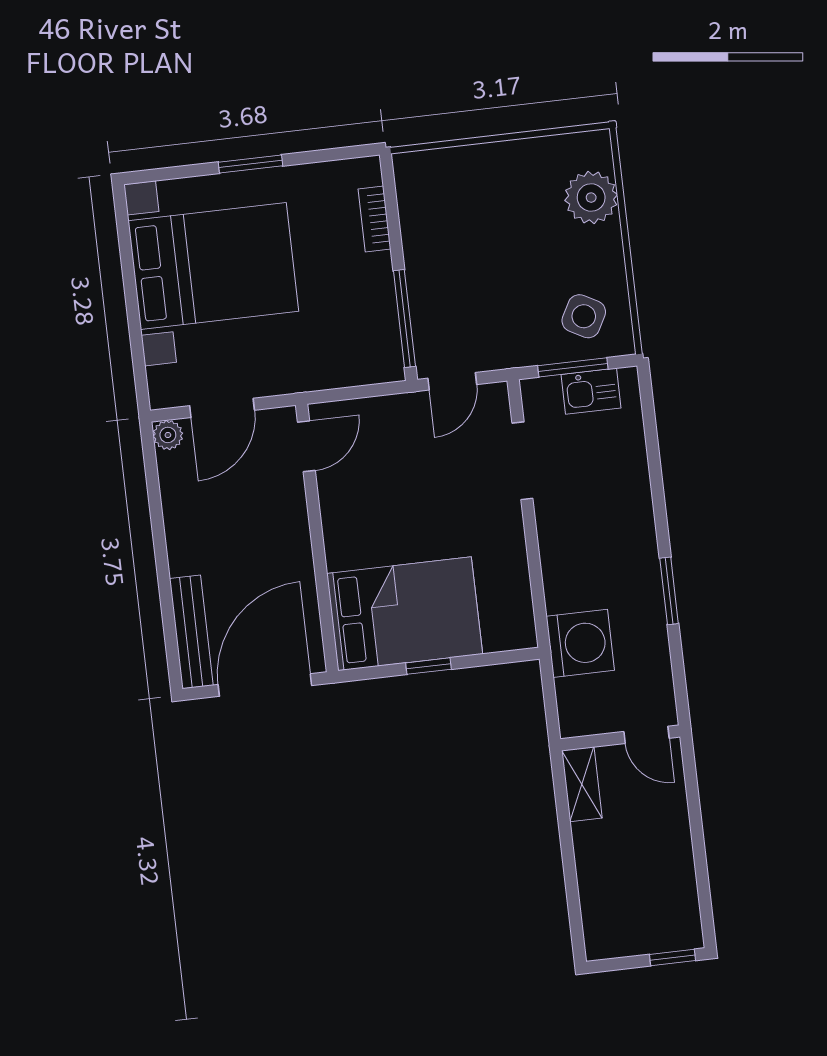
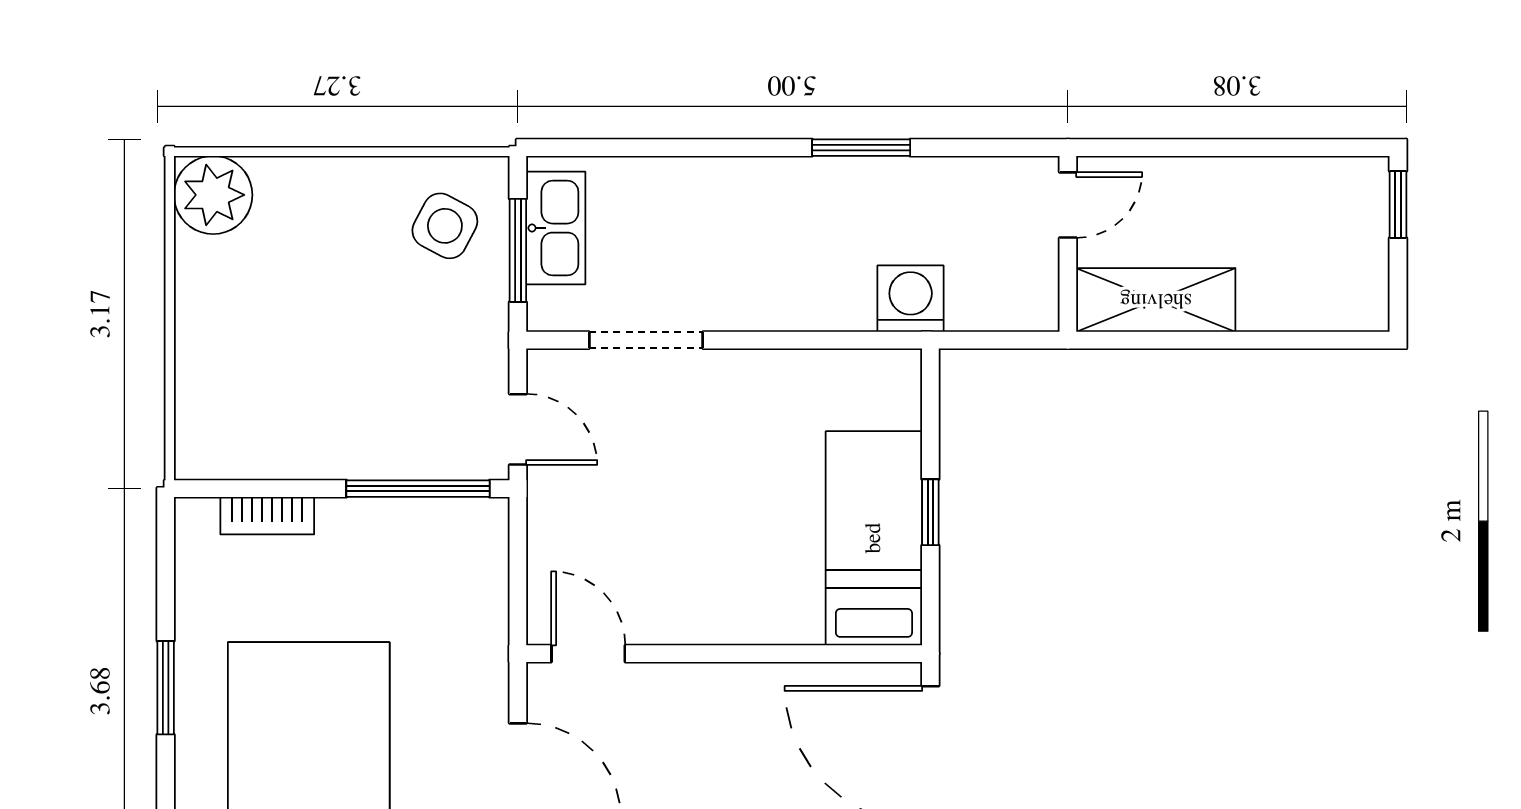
plant: (591, 198) -> (213, 195), moved
kitchen sink: (591, 391) -> (556, 228), width x1.38
bed: (405, 614) -> (874, 538), width x0.67
washing machine: (580, 643) -> (911, 299), width x0.73, depth x0.73
shelving: (582, 784) -> (1156, 300), width x1.50, depth x1.33

